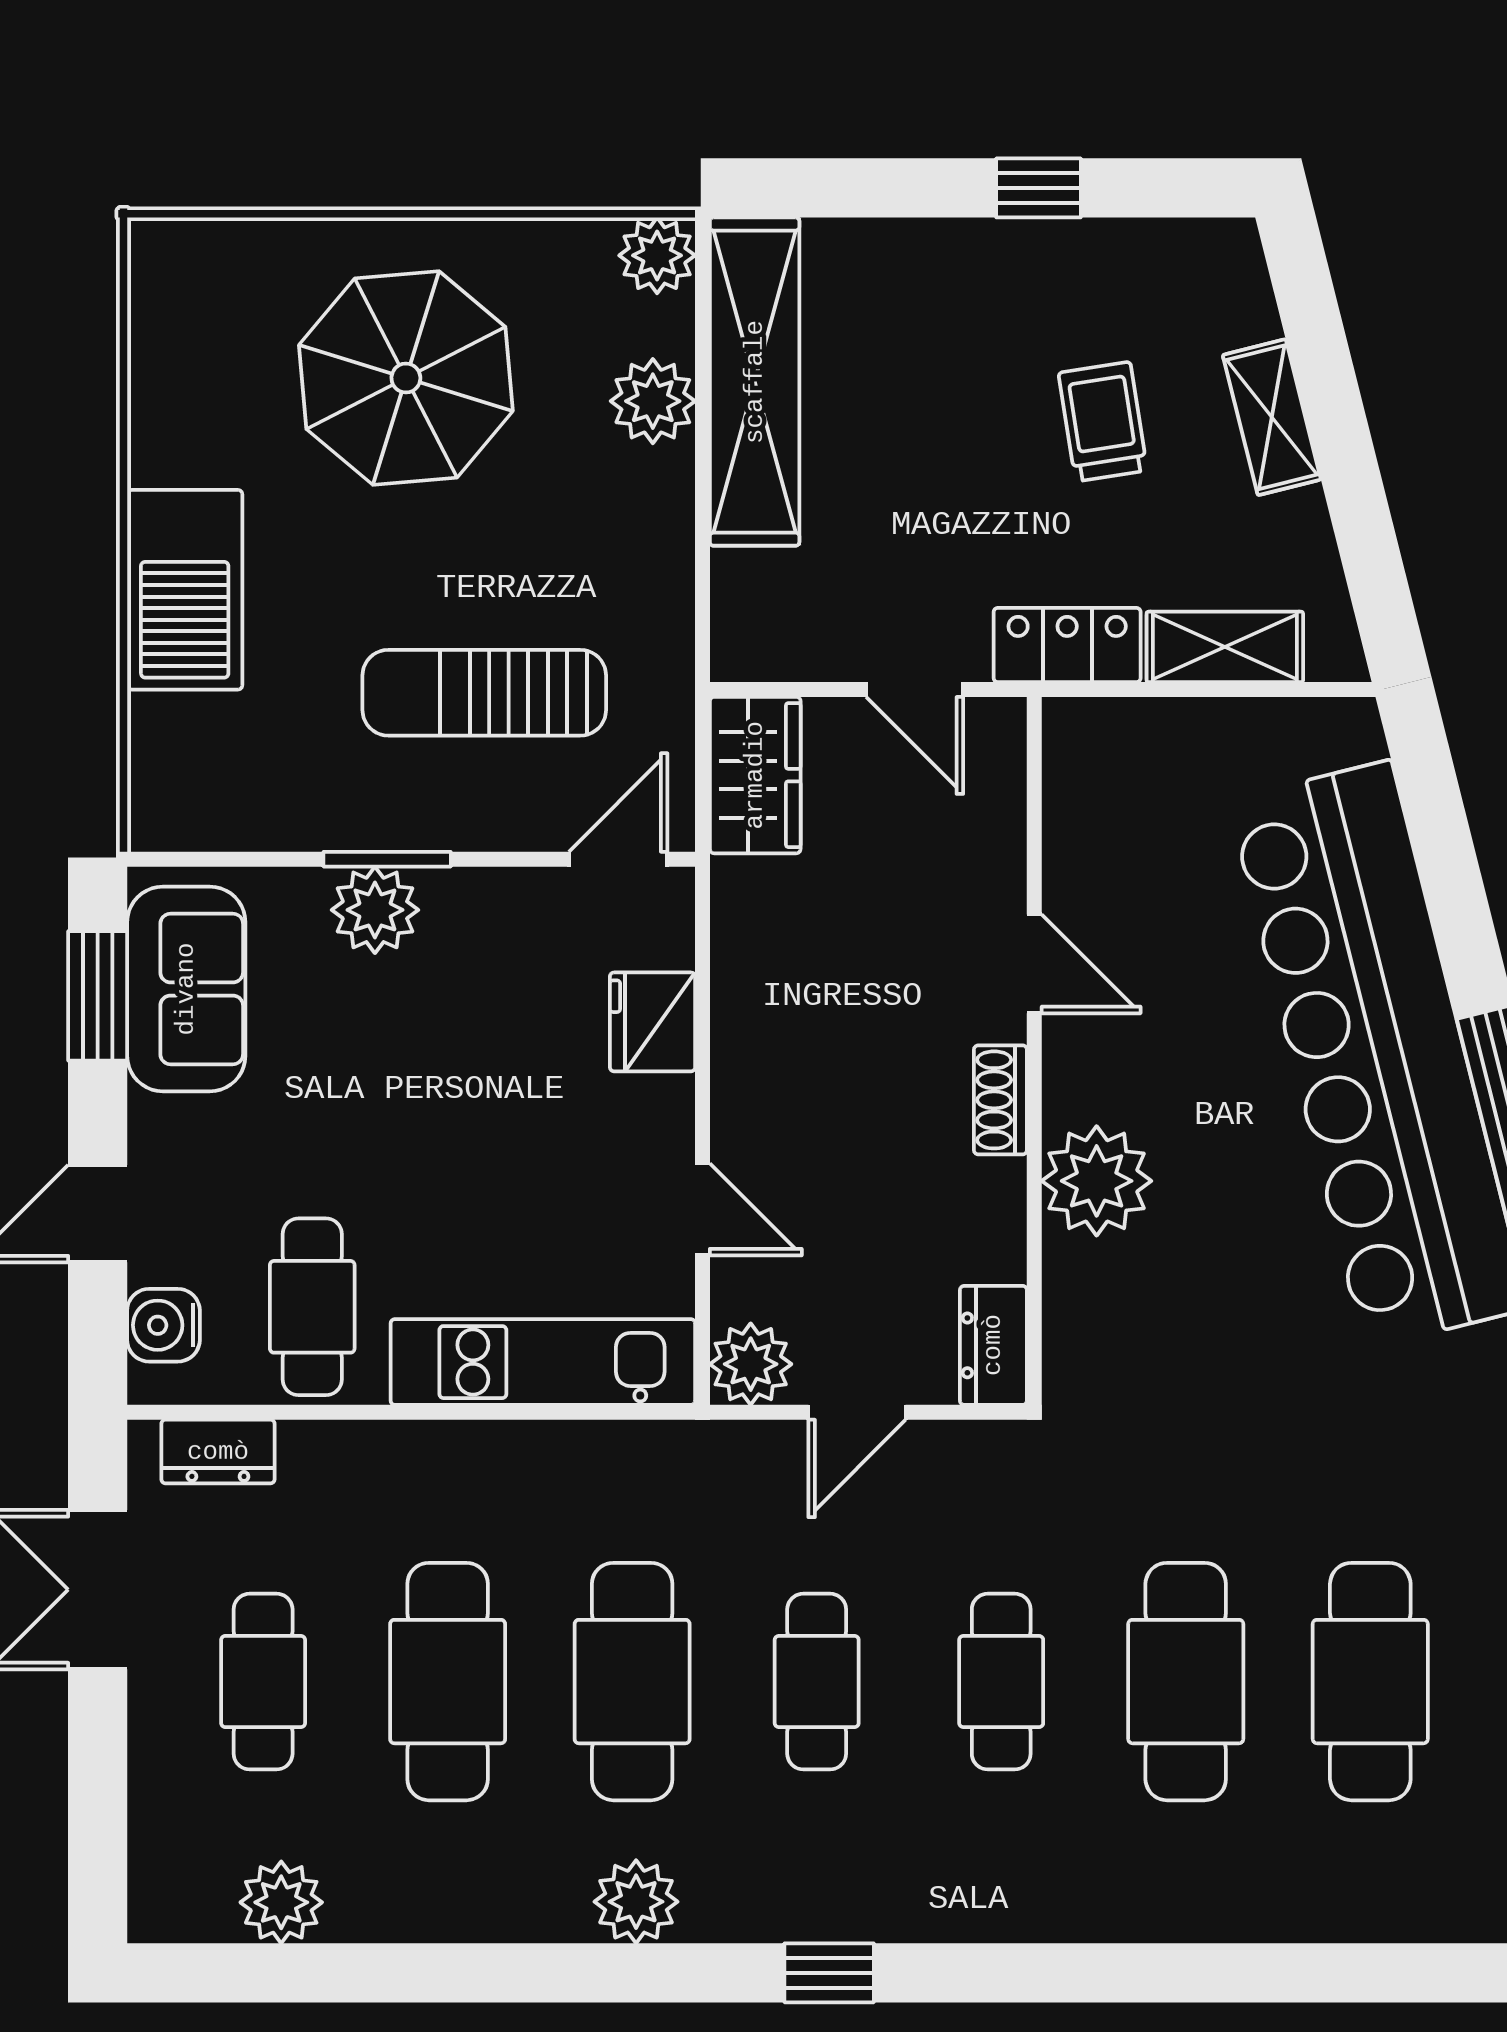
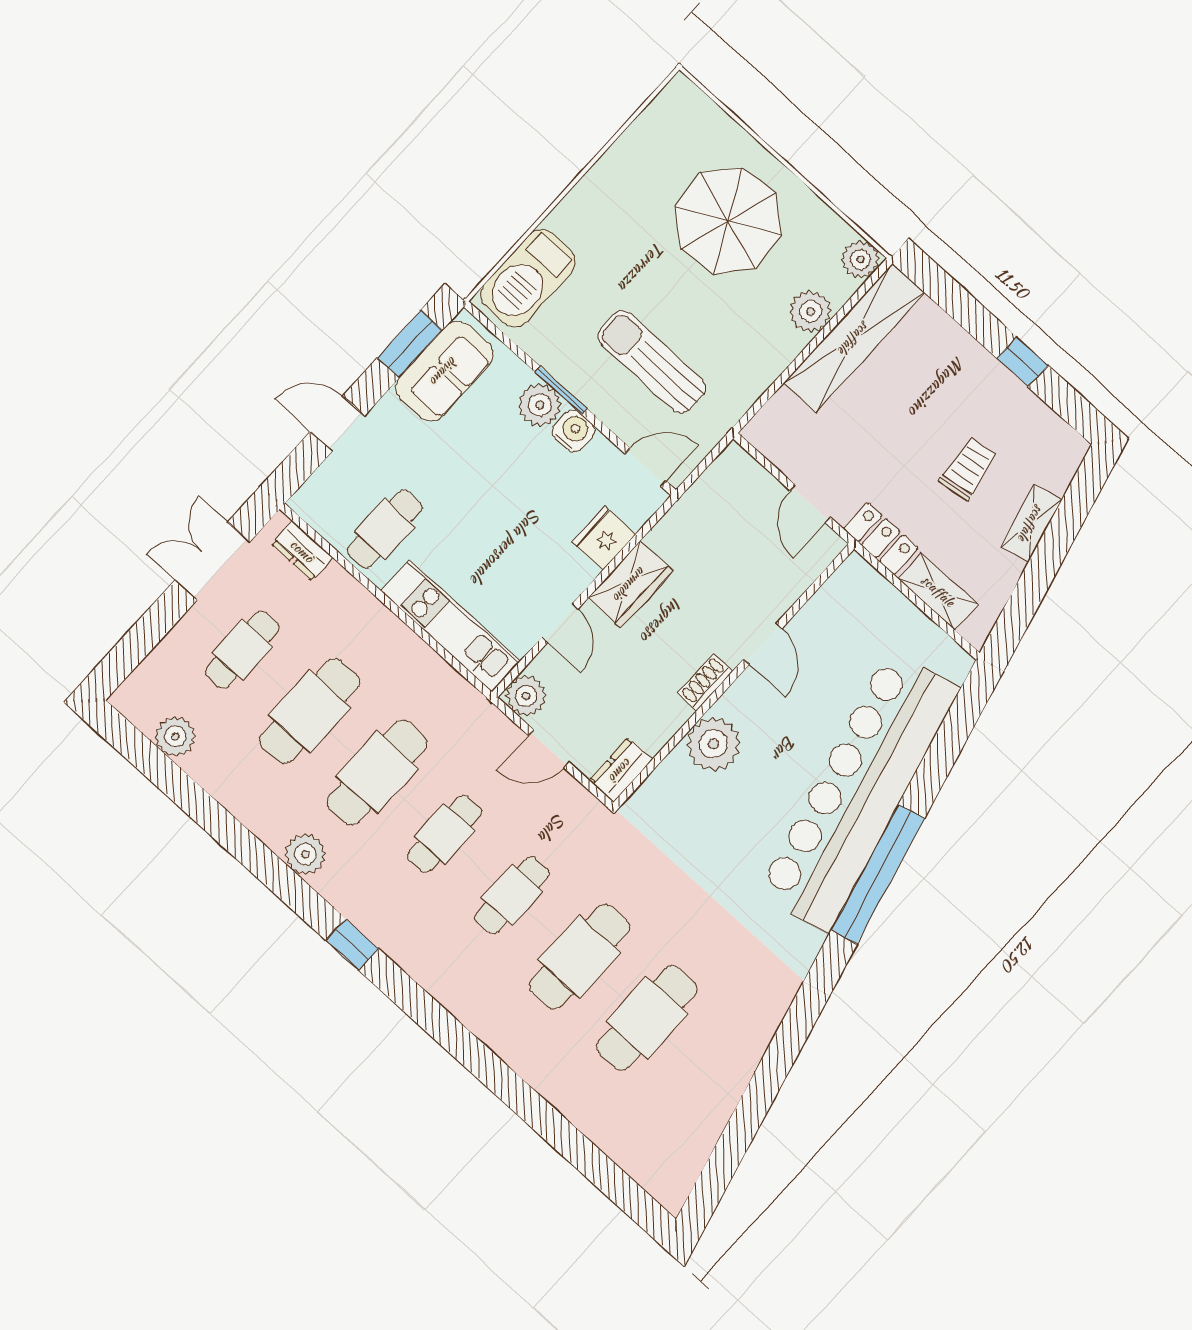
barbecue: (185, 590) -> (528, 278), moved
wardrobe: (755, 775) -> (630, 584), moved
water cooler: (163, 1325) -> (573, 431), moved, turned 90

